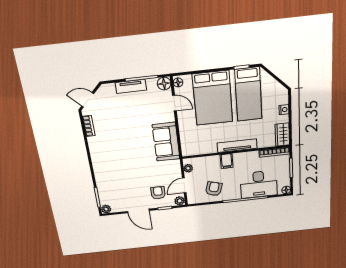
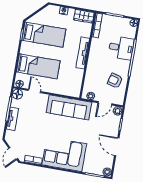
bed: (213, 98) -> (38, 66), width x0.67
door: (174, 103) -> (34, 91), hinge flipped
sofa: (166, 142) -> (69, 107), width x1.36
corner sofa: (109, 159) -> (64, 154), added
filing cabinet: (227, 161) -> (93, 64), removed
desk: (259, 184) -> (121, 48), width x0.73
door: (184, 186) -> (105, 103), hinge flipped
armchair: (158, 193) -> (105, 126), removed
door: (138, 211) -> (117, 147), swing flipped

